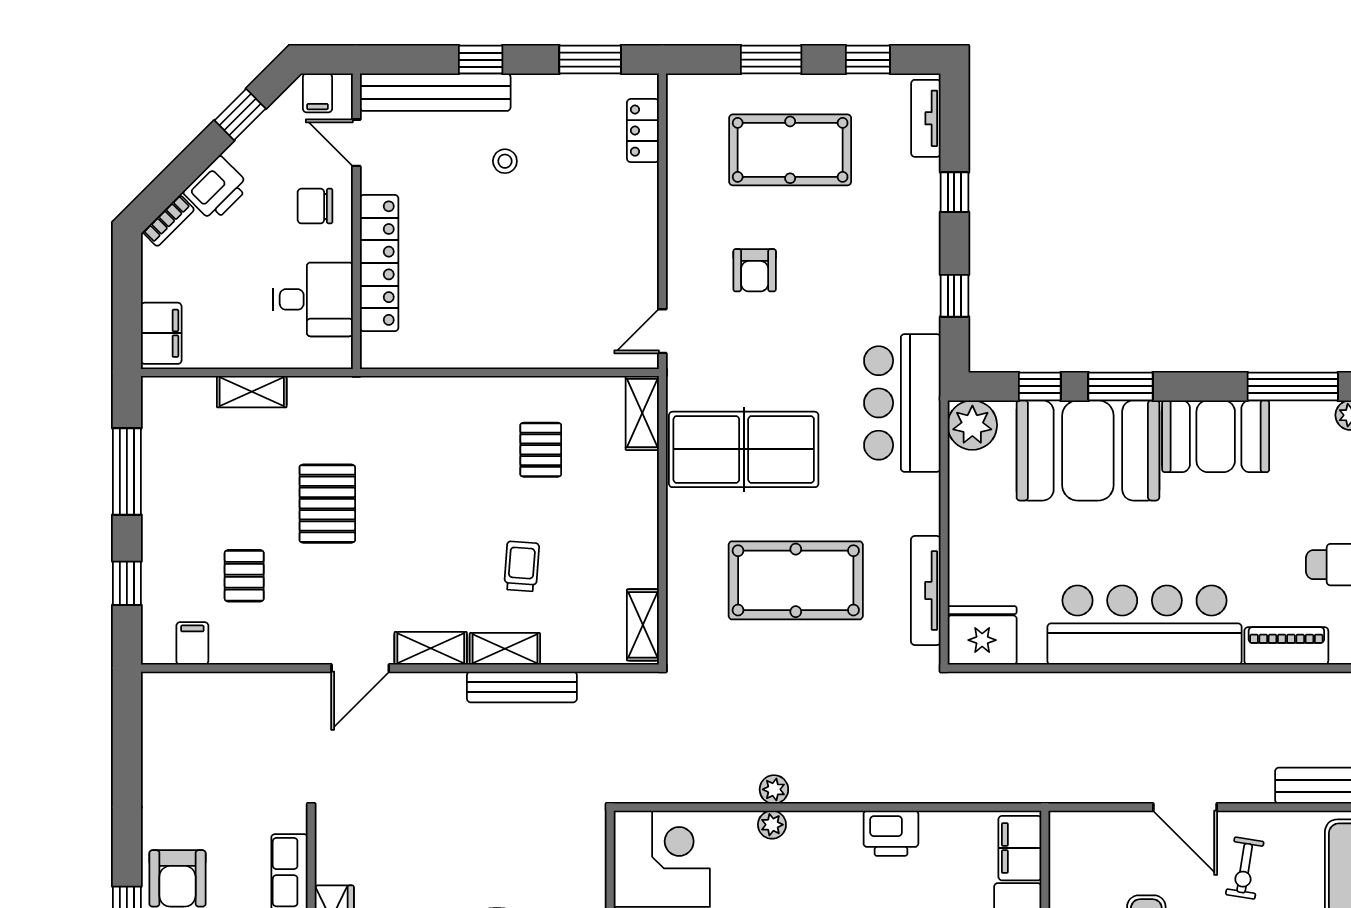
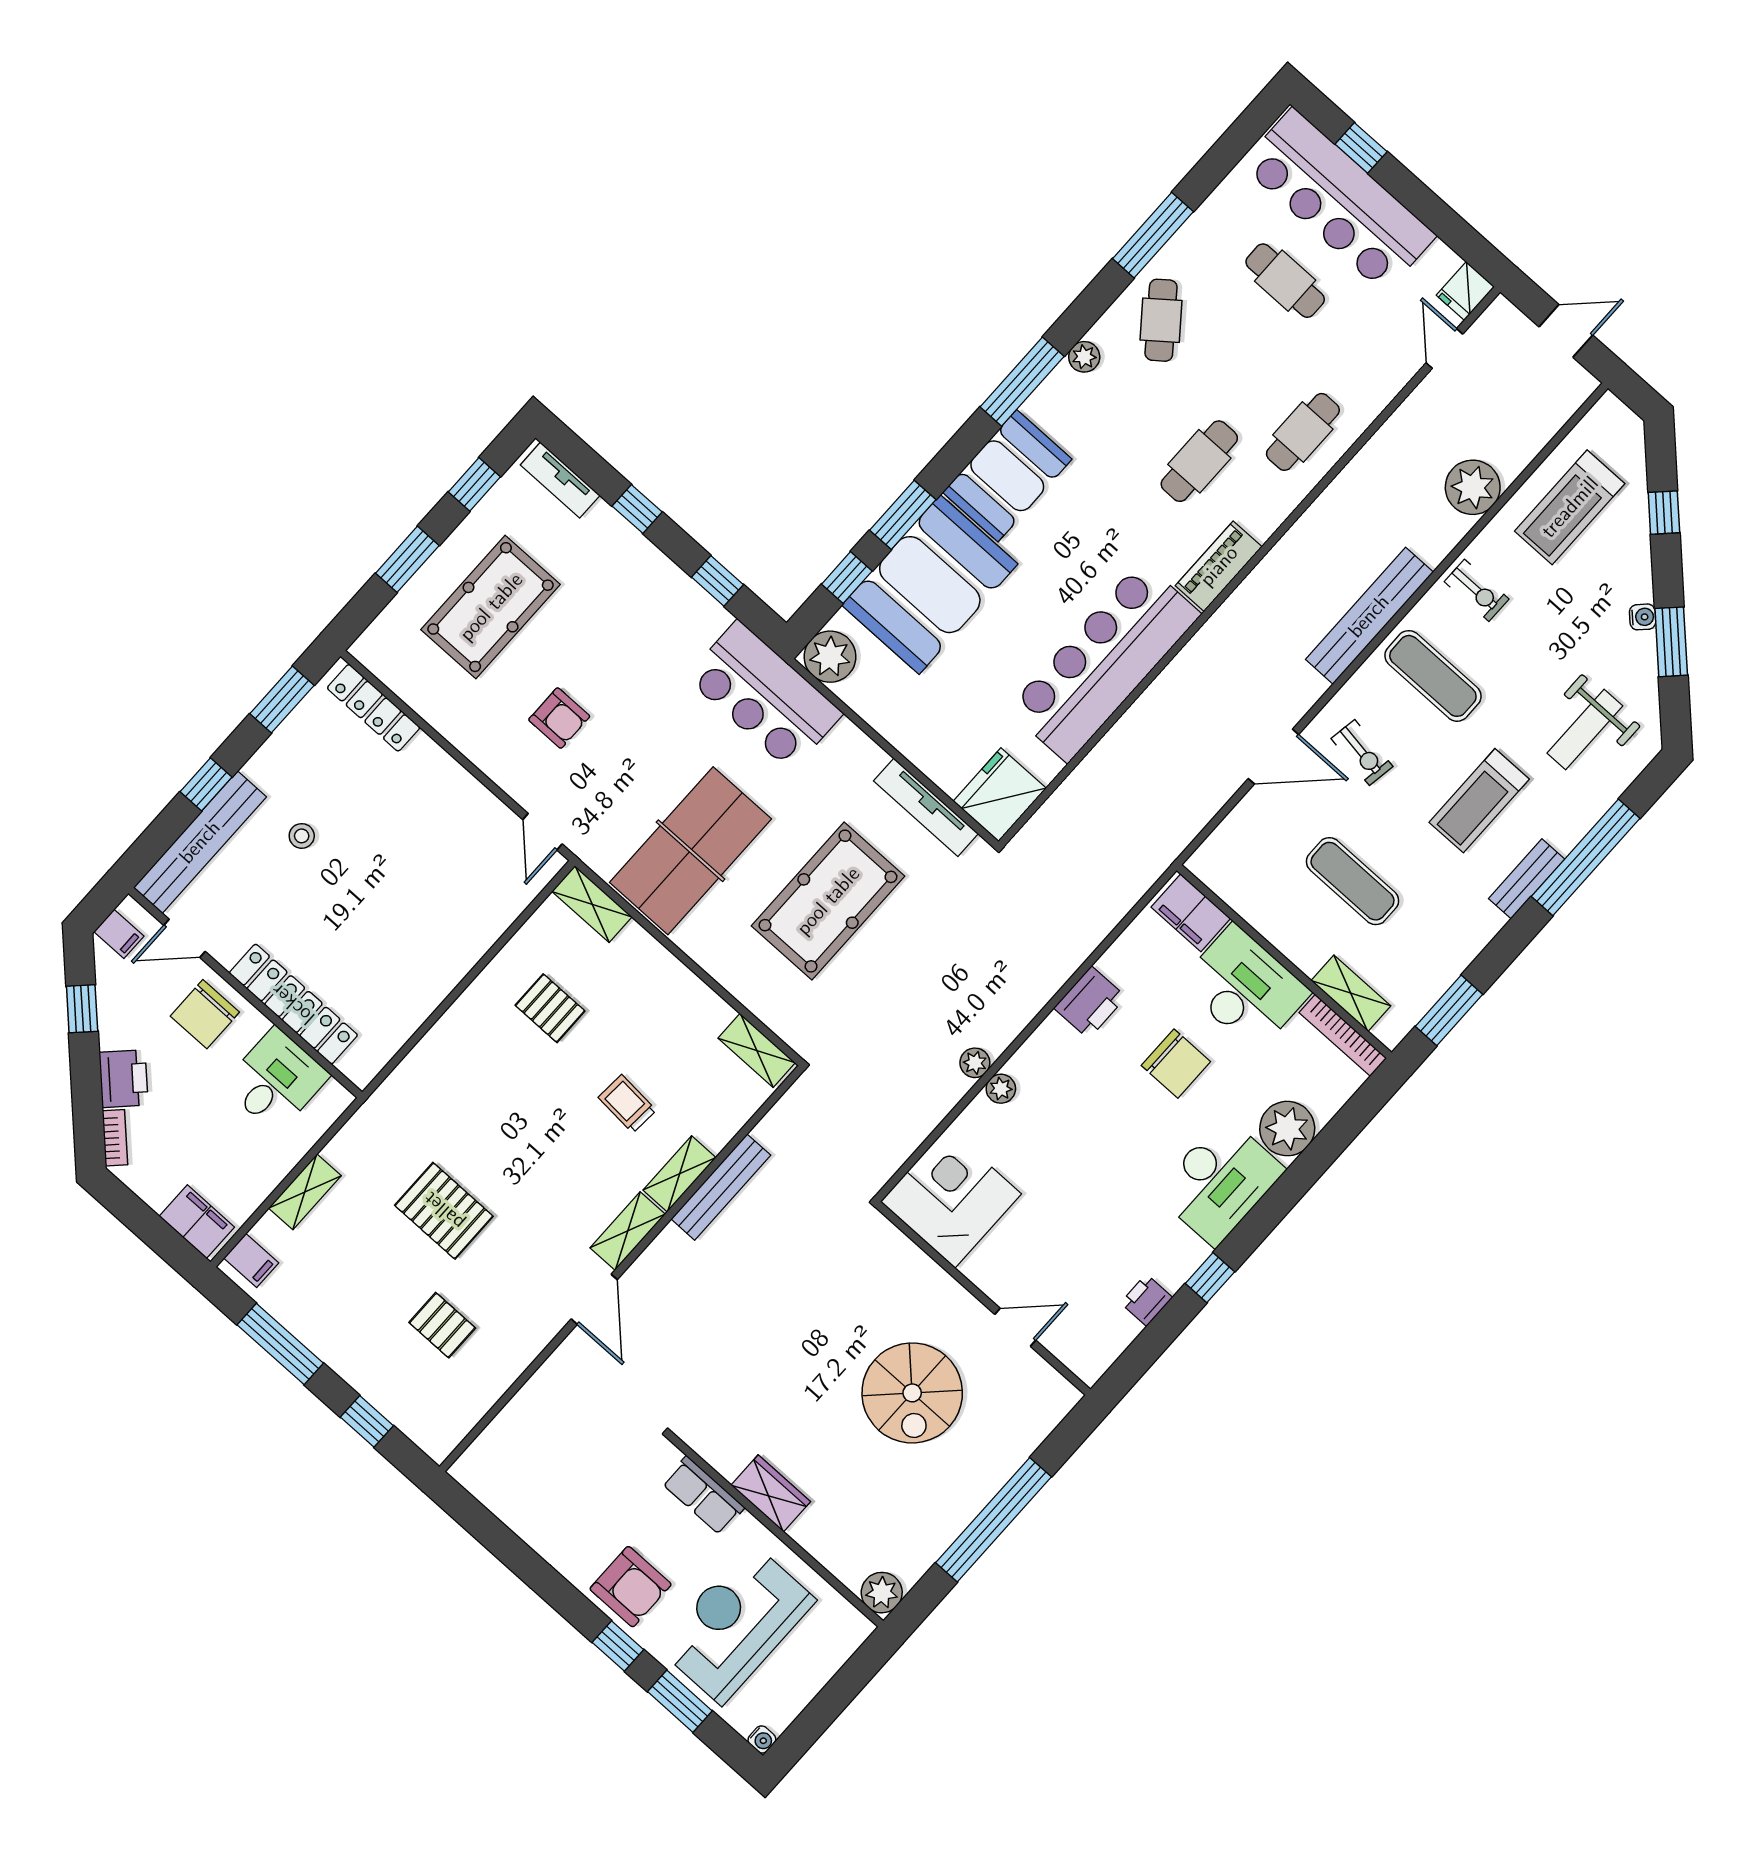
locker: (643, 131) -> (374, 708), width x1.53
chair: (315, 206) -> (205, 1014), width x1.37, depth x1.37
filing cabinet: (192, 643) -> (251, 1260), moved, turned 180

